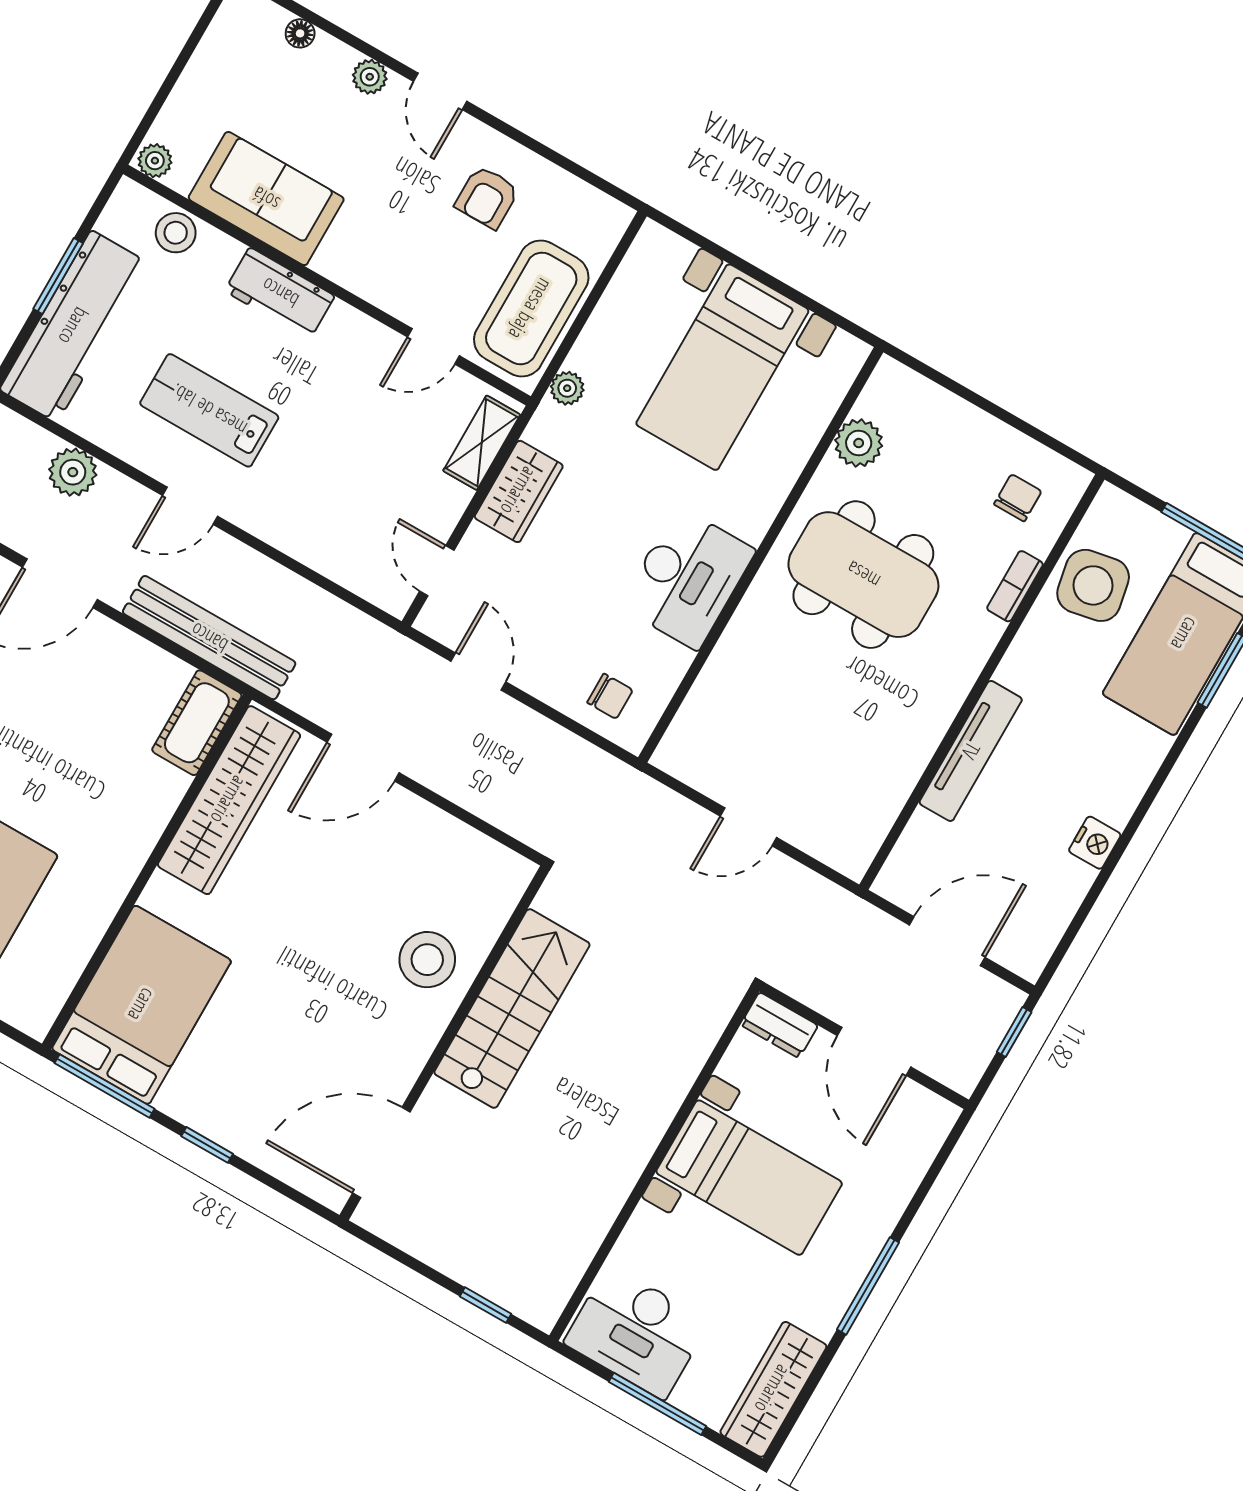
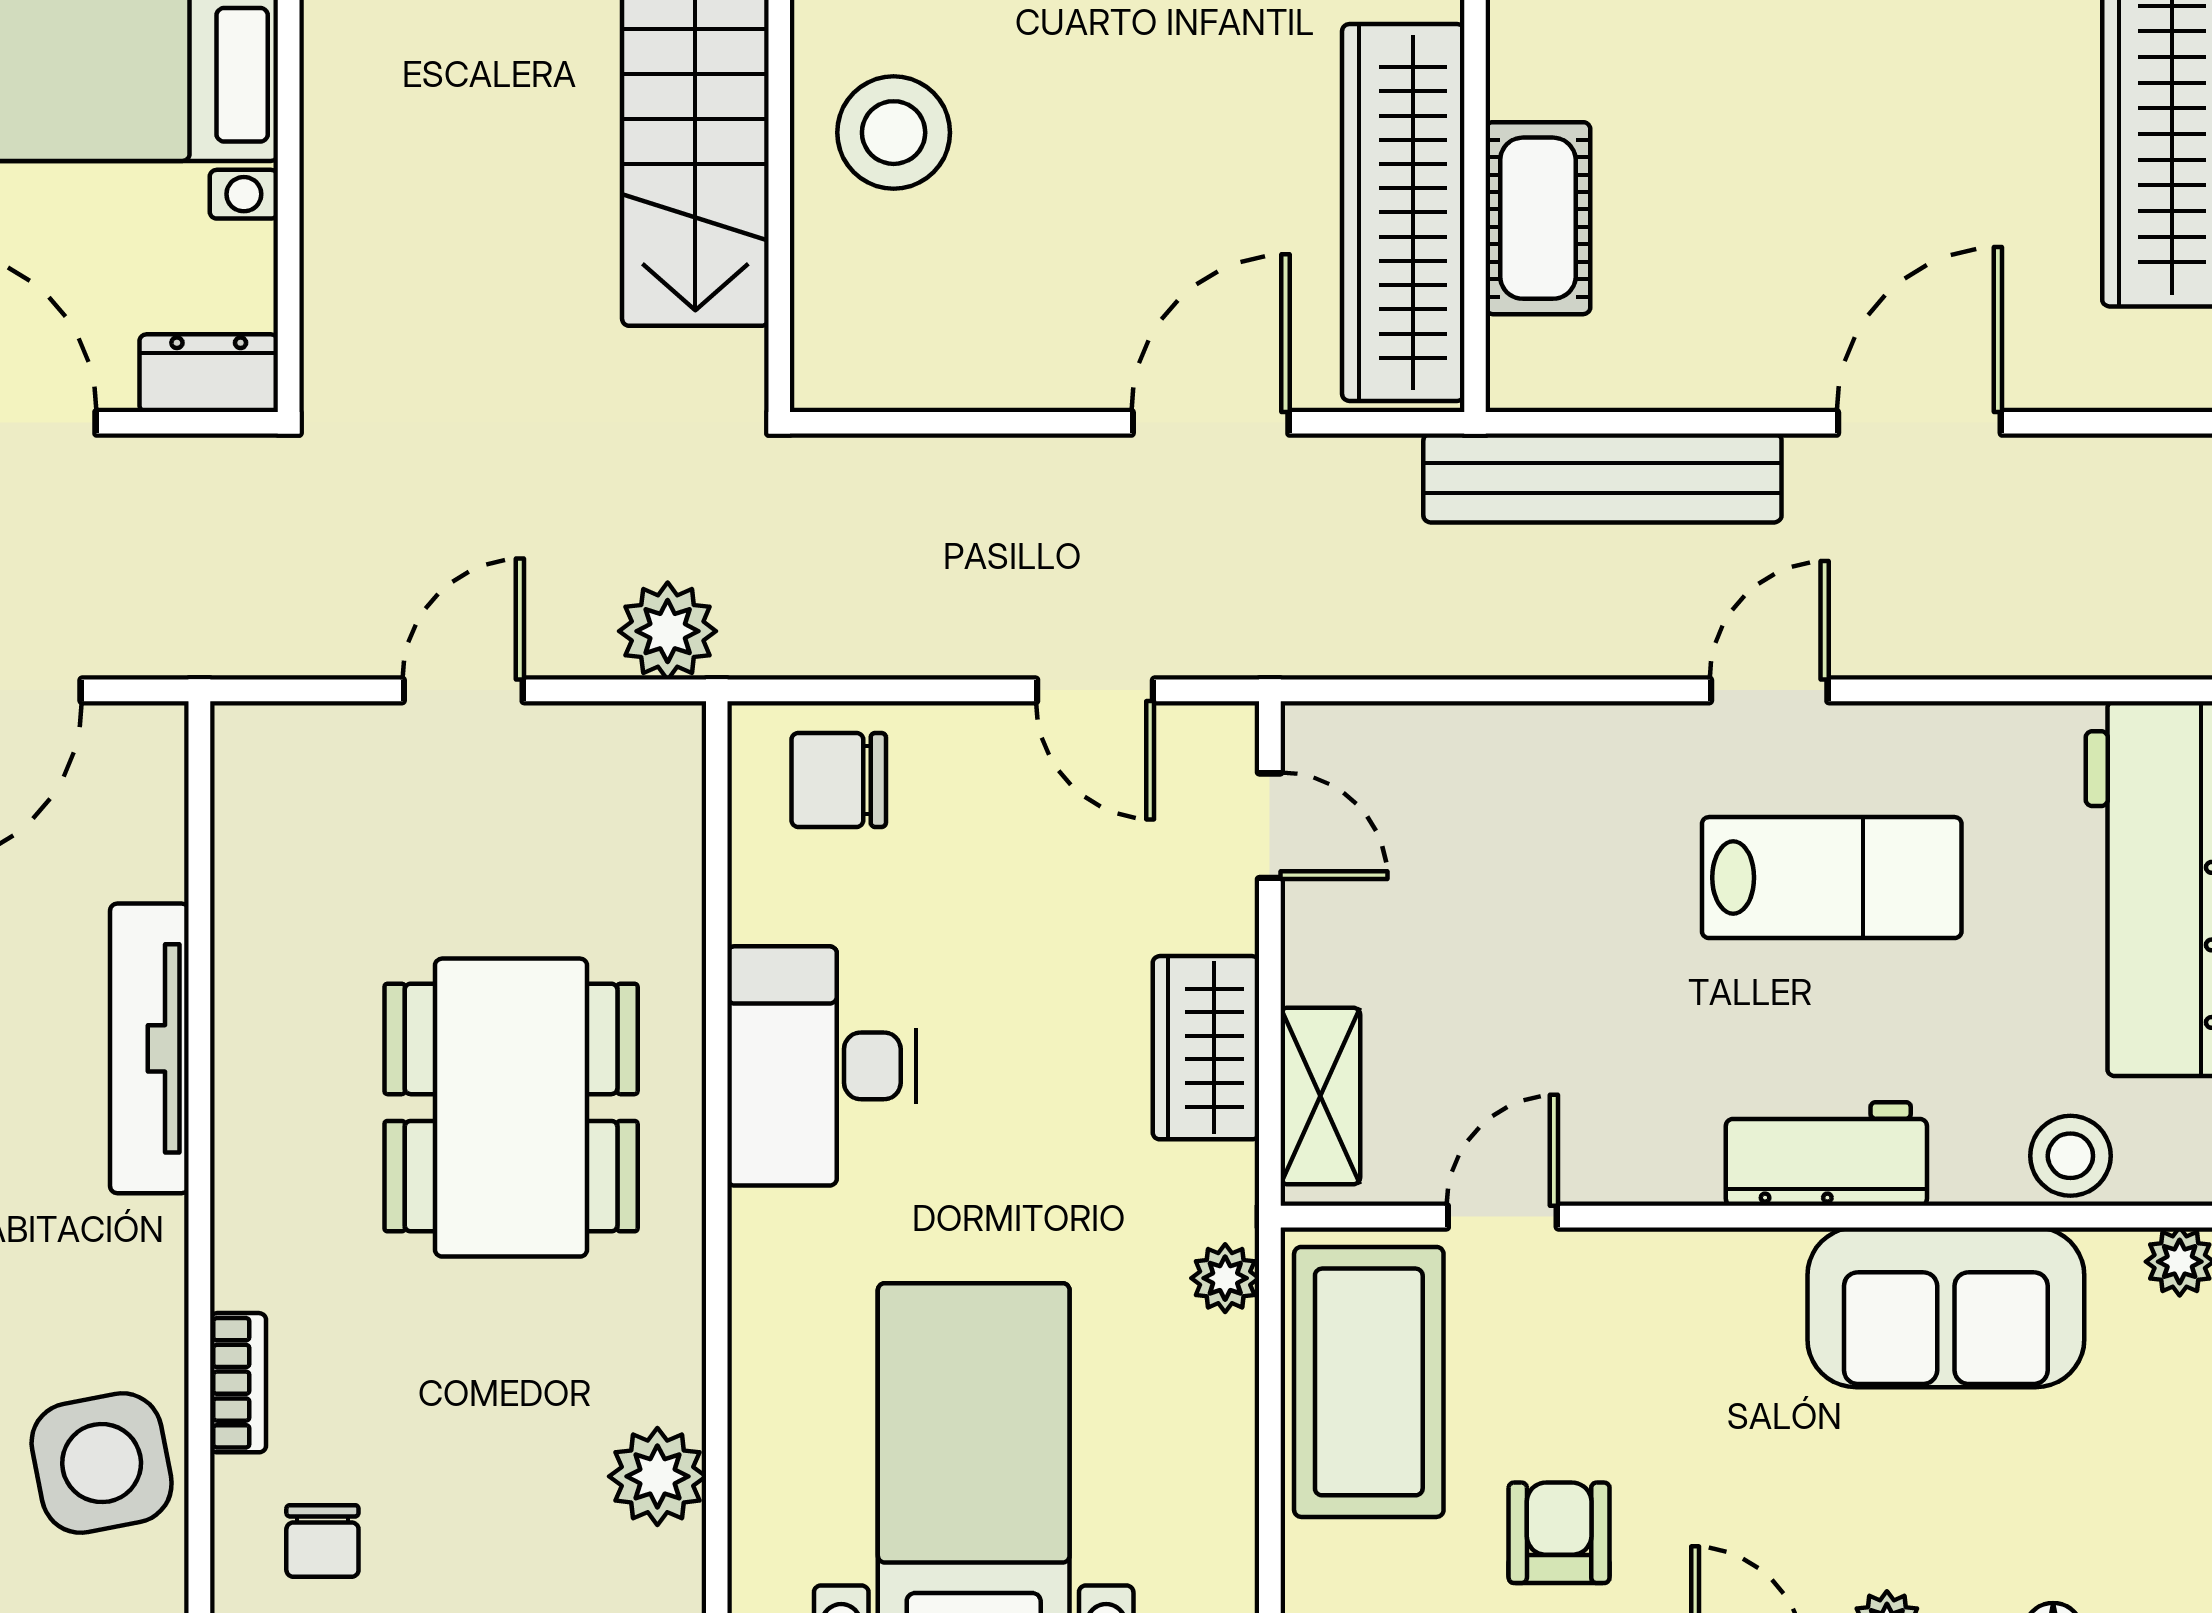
plant: (73, 472) -> (668, 631), moved
dining table: (863, 575) -> (511, 1108), moved, turned 90
chair: (610, 696) -> (839, 780), width x1.37, depth x1.37
cot: (197, 723) -> (1538, 218), moved

